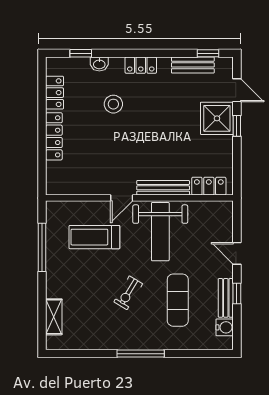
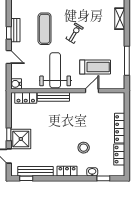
bench: (193, 65) -> (35, 171), width x1.36
door: (122, 198) -> (92, 91), moved
water cooler: (225, 327) -> (16, 84), moved

